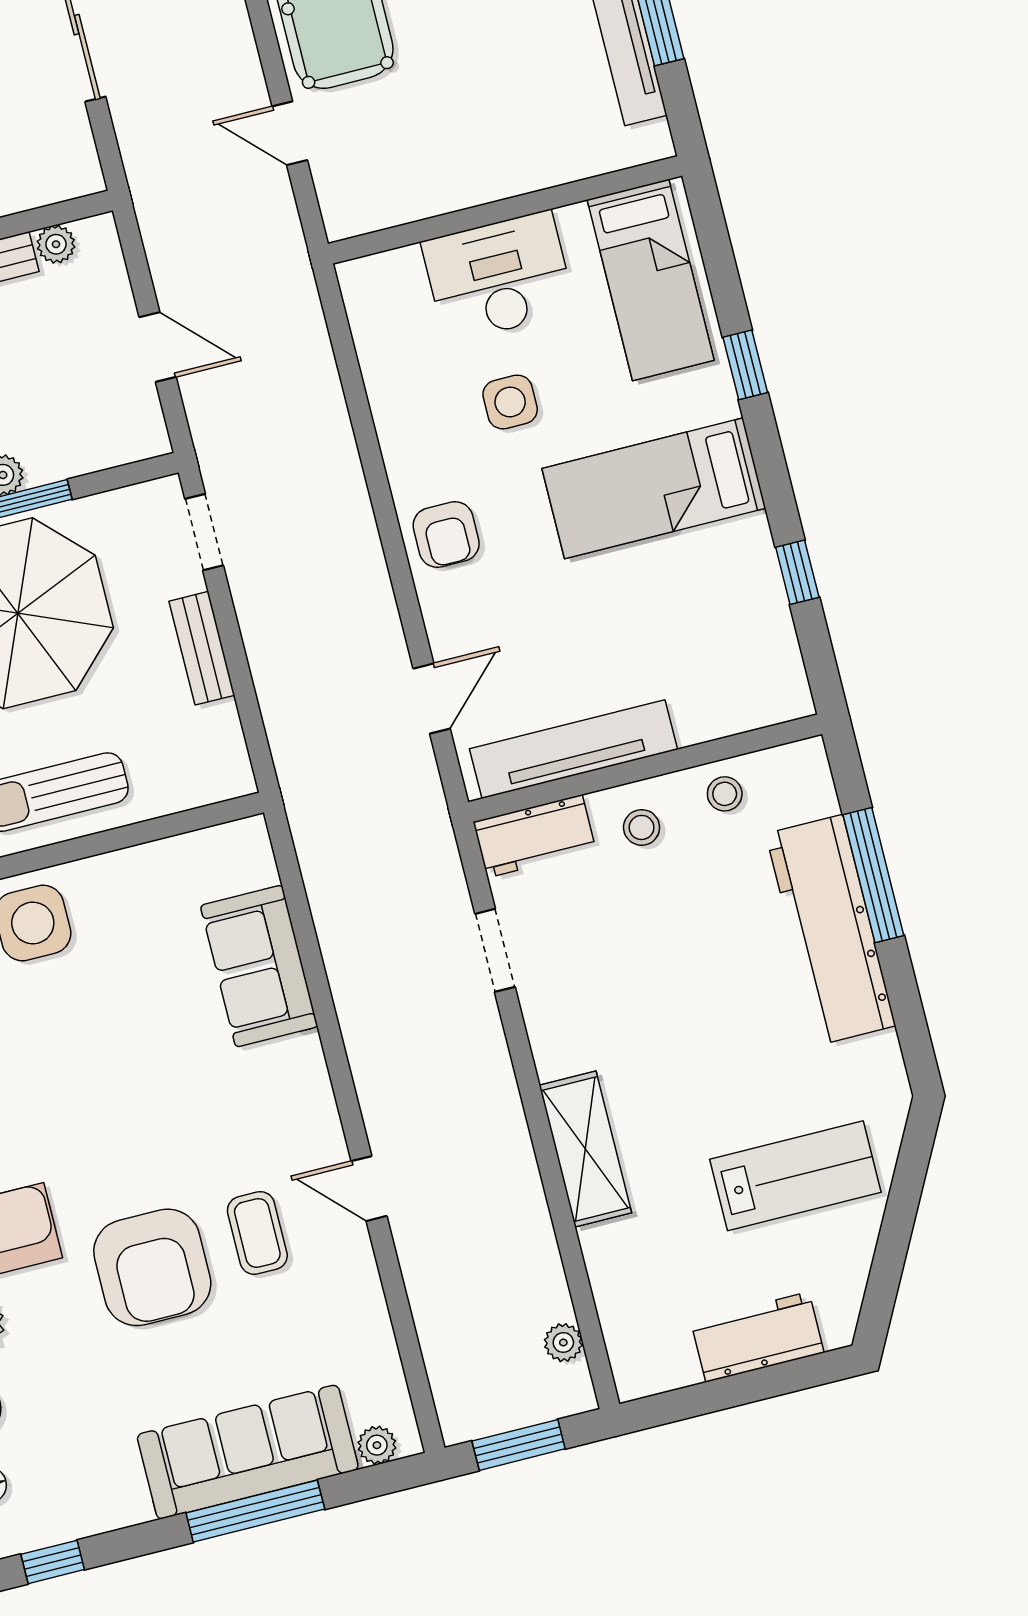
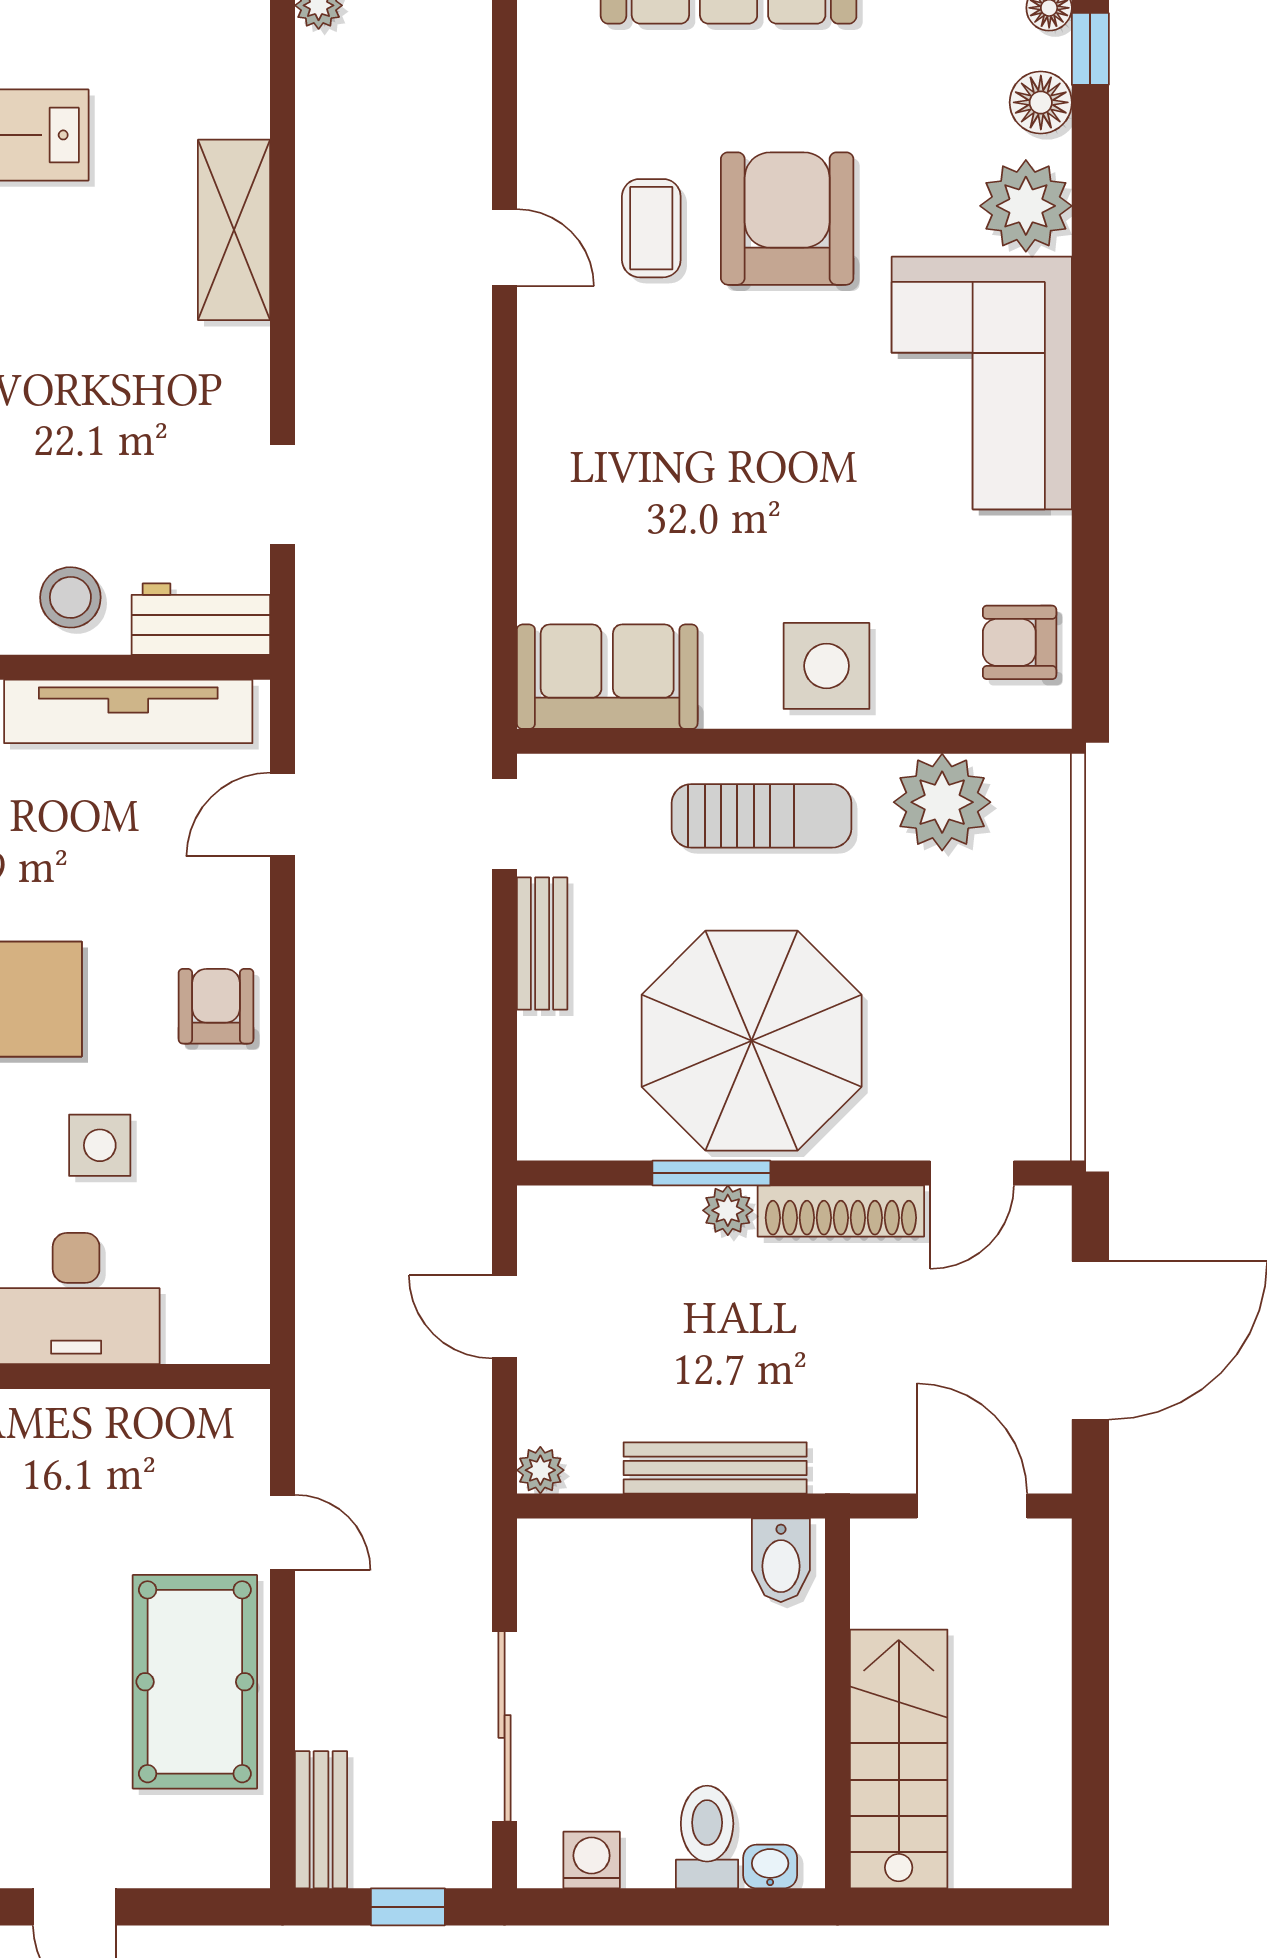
plant: (56, 244) -> (540, 1470), moved
doorway: (204, 532) -> (505, 824), moved
stool: (642, 827) -> (70, 597), width x1.37, depth x1.37
sofa: (259, 966) -> (607, 677), moved, turned -90

